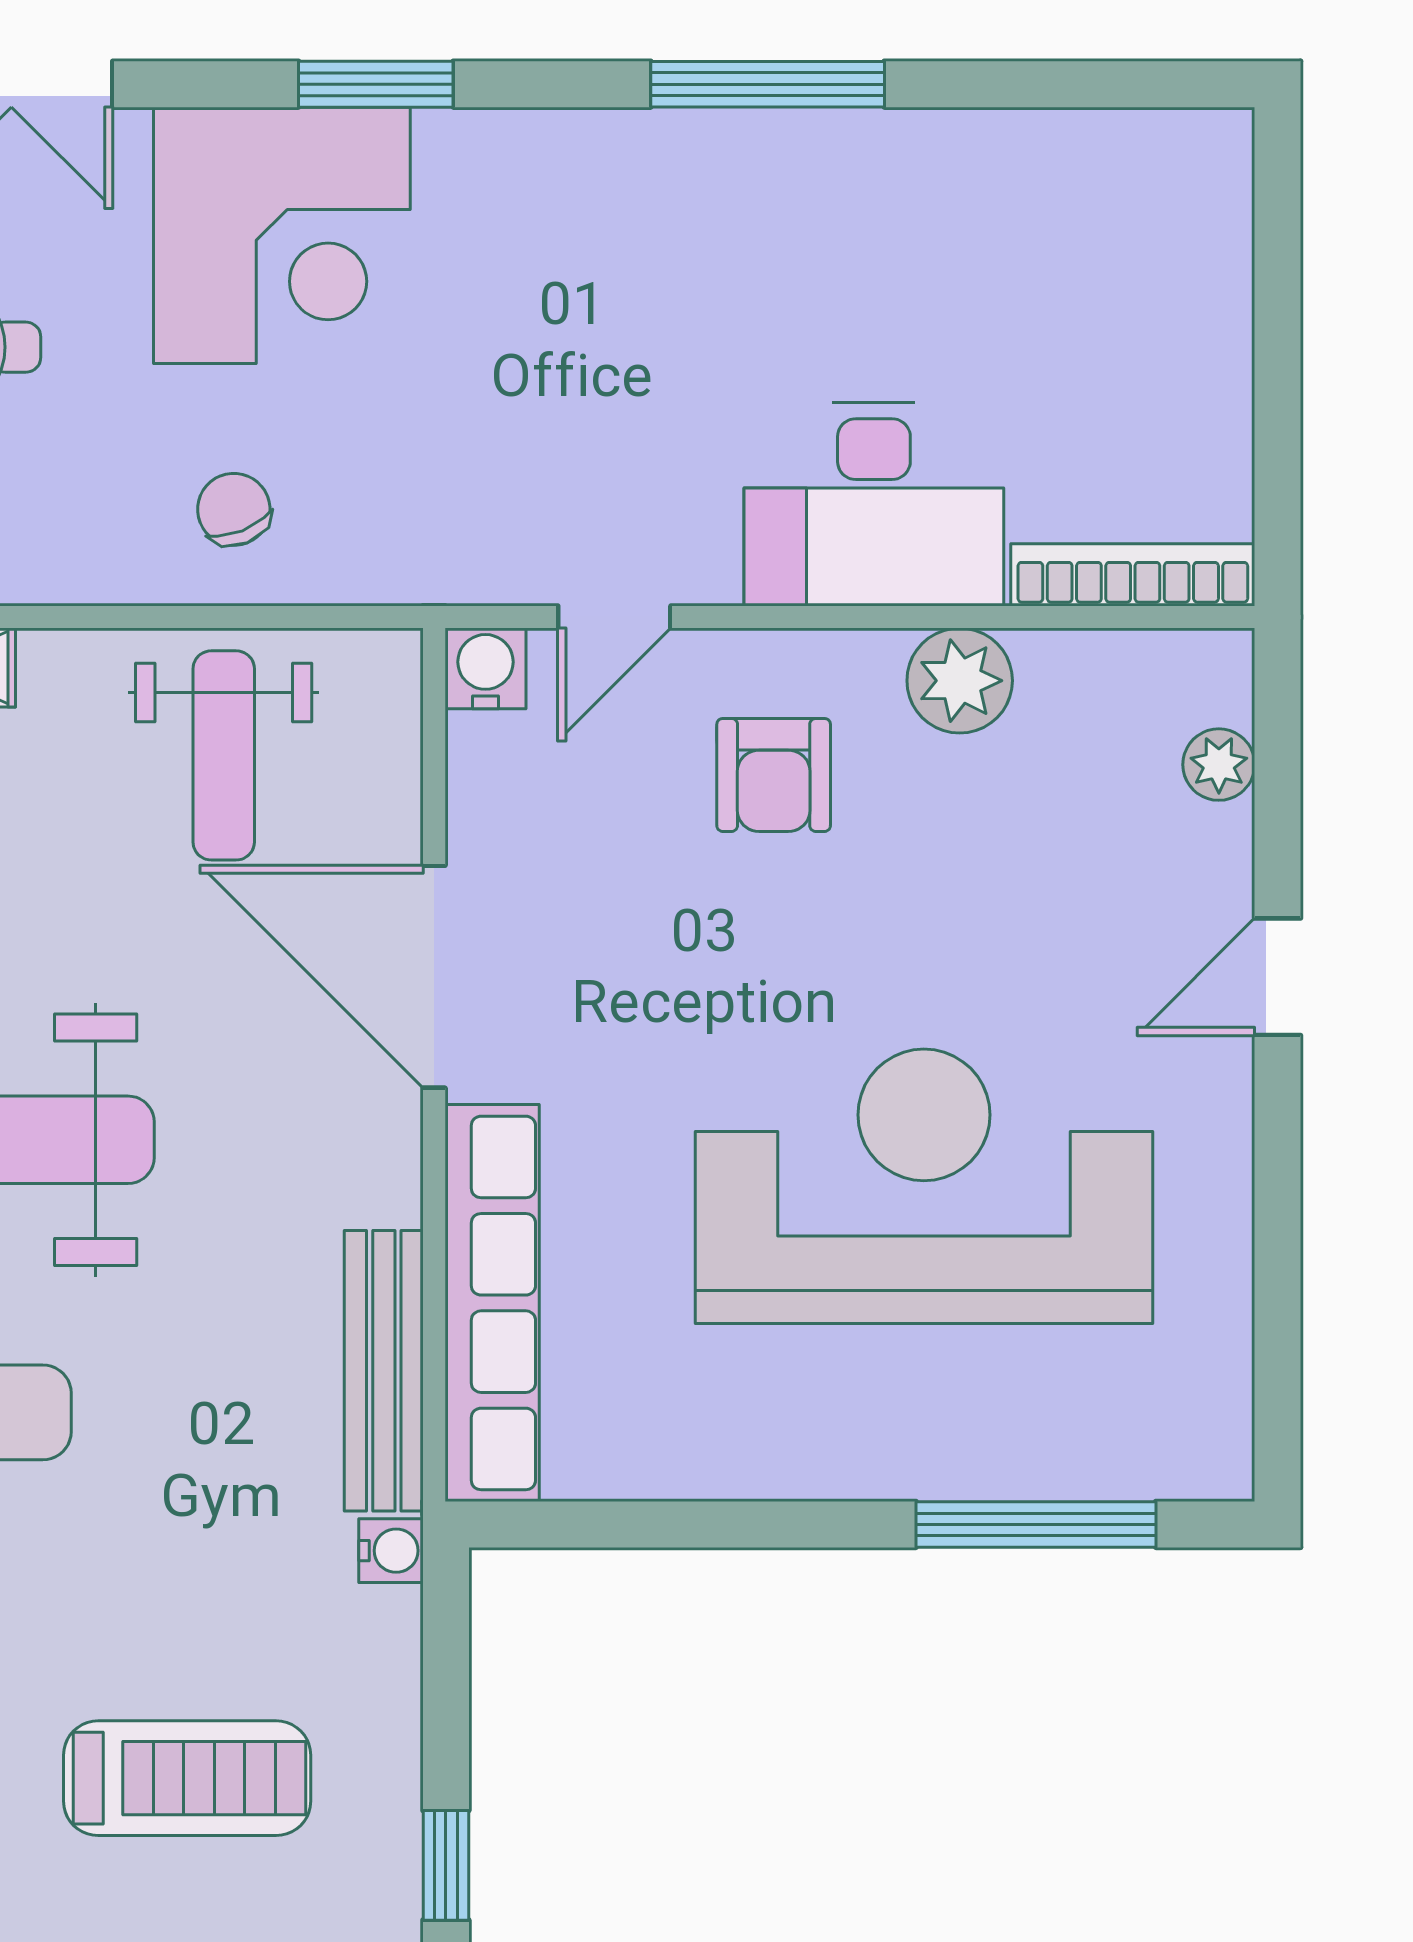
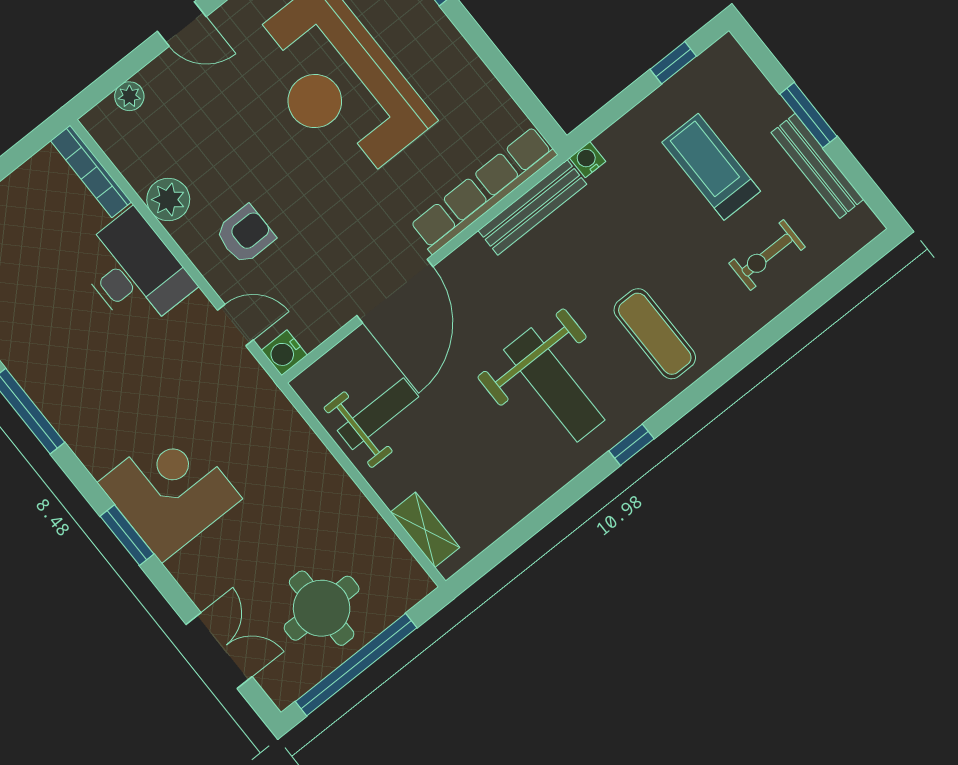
corner desk: (282, 235) -> (170, 491), moved
chair: (234, 509) -> (298, 473), removed

